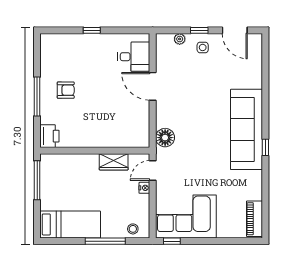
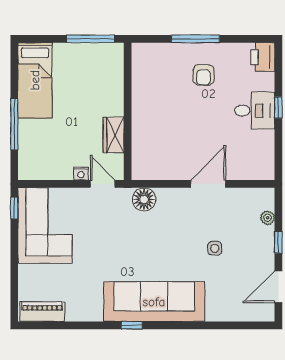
side table: (203, 47) -> (215, 248), moved
desk: (134, 57) -> (255, 111), moved, turned -90
printer: (49, 136) -> (263, 57), moved, turned 90
stool: (133, 229) -> (29, 159), removed

